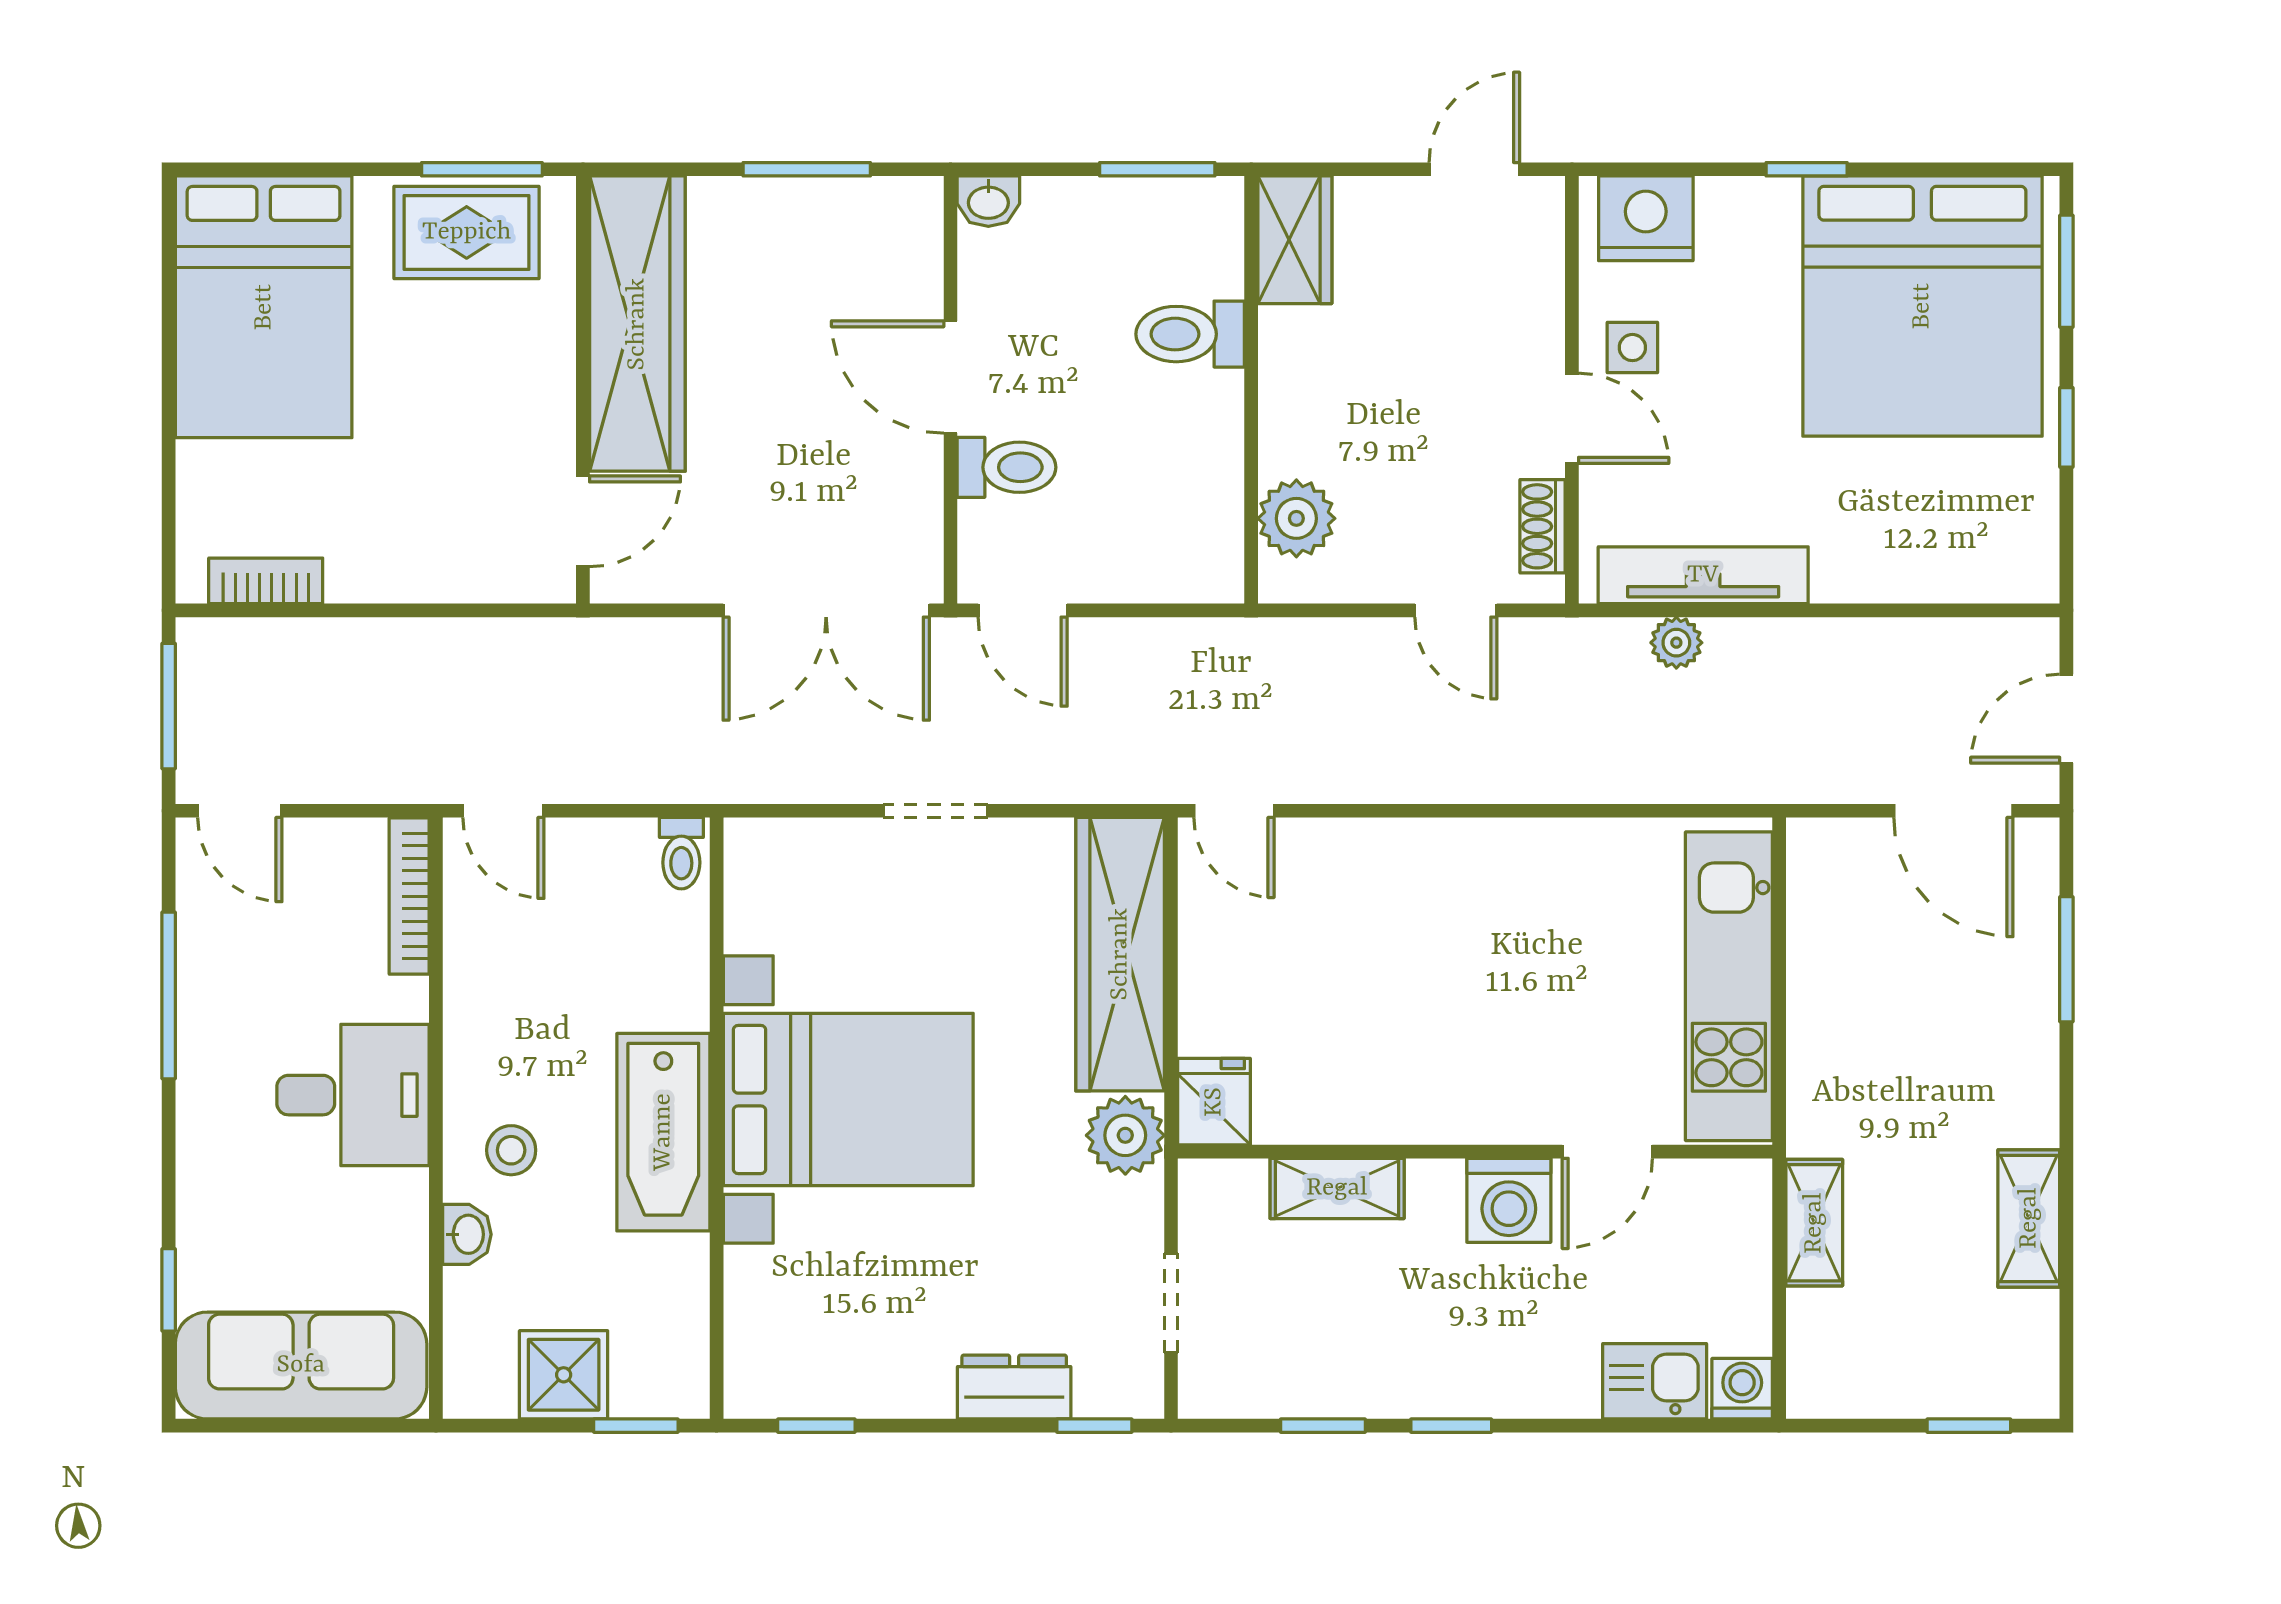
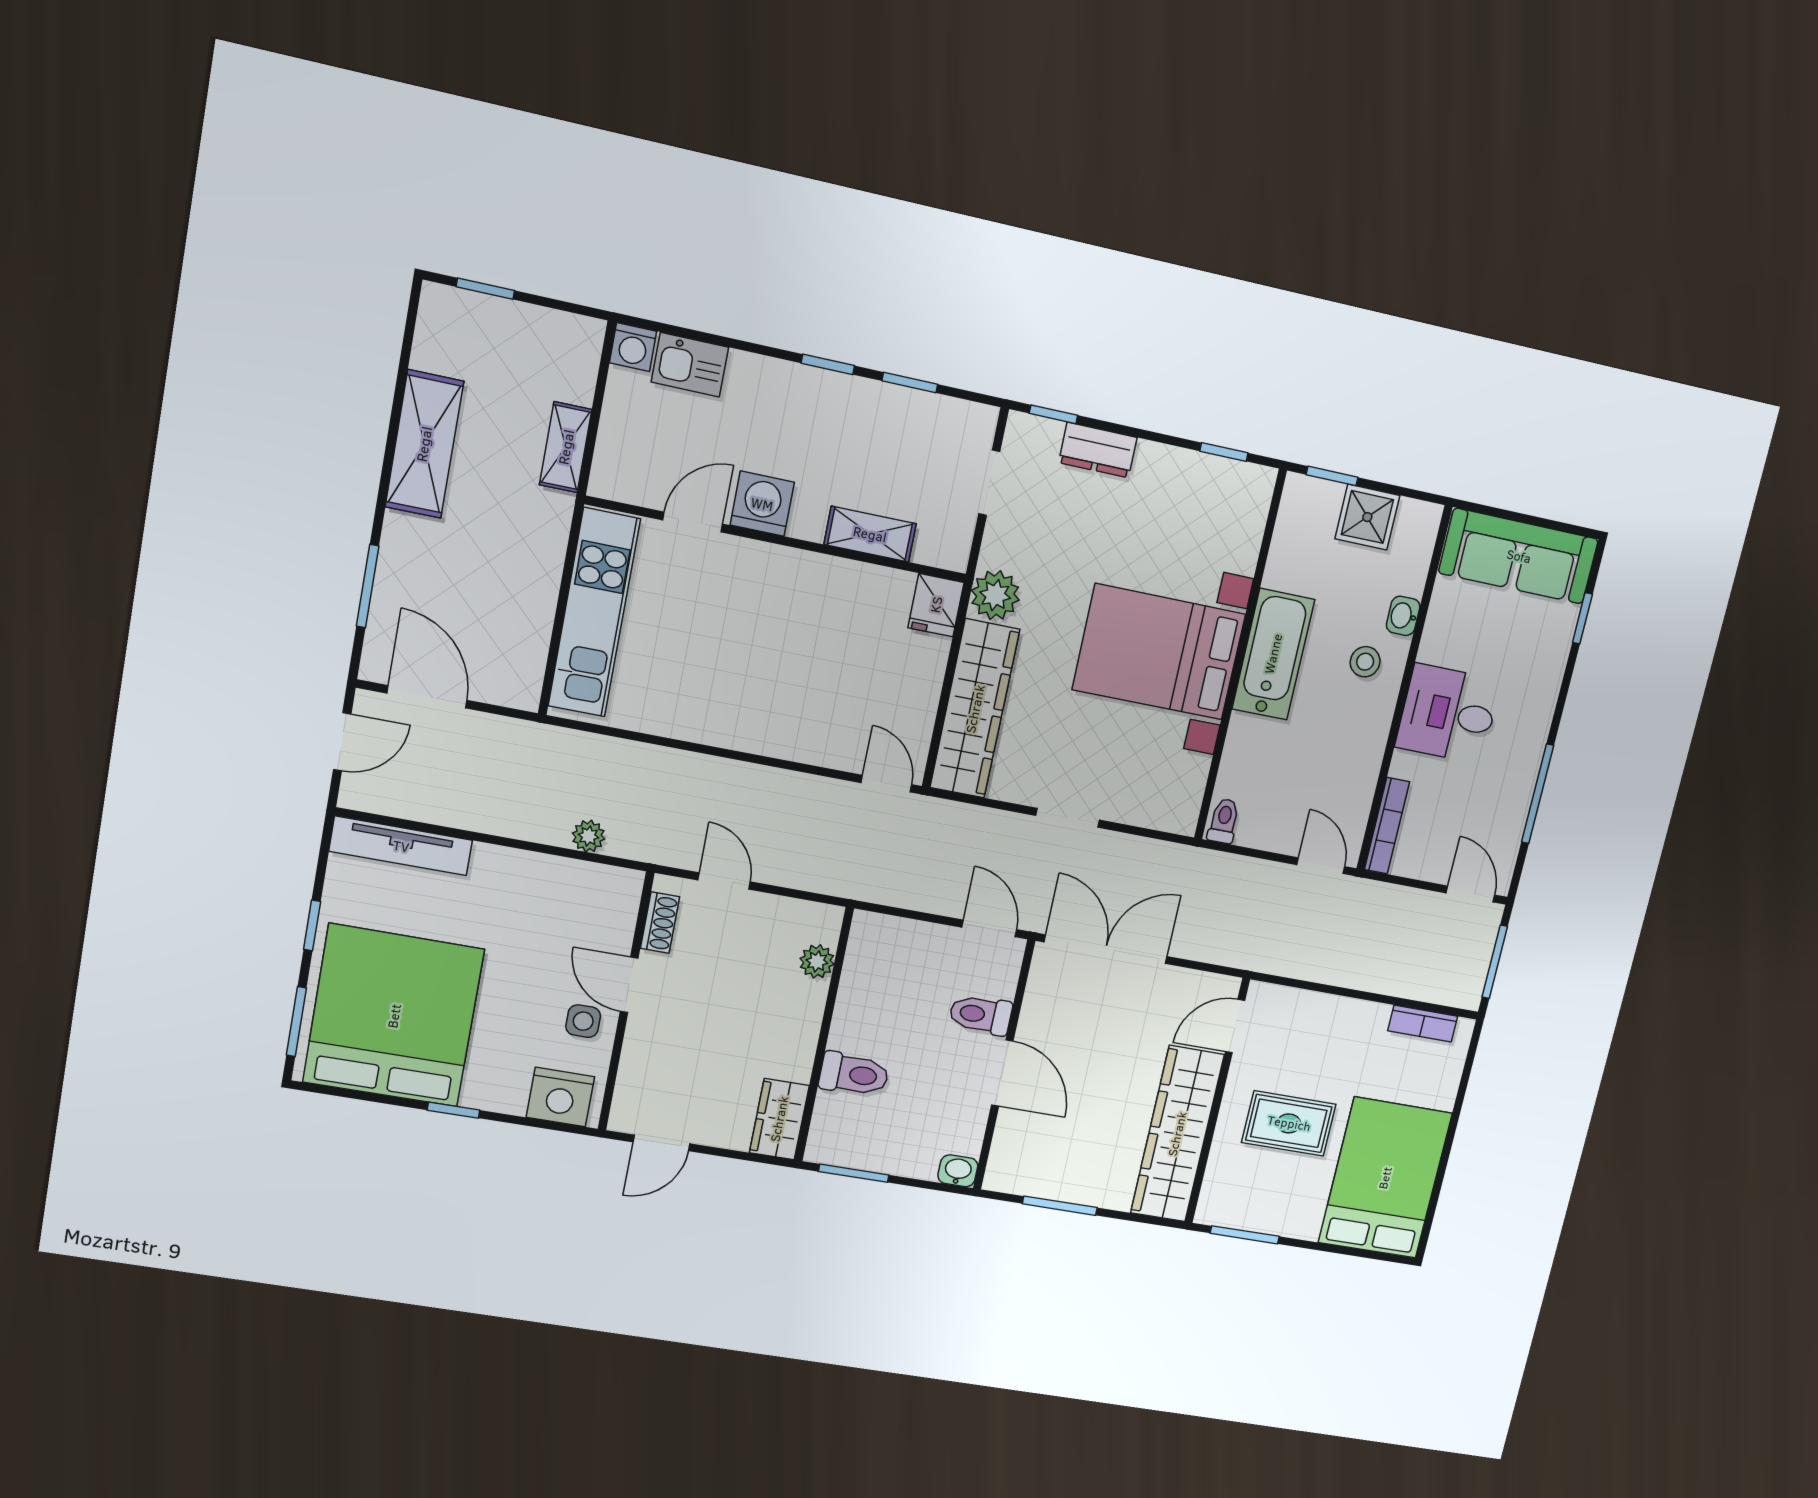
rug: (467, 232) -> (1289, 1123), moved
plant: (1296, 518) -> (817, 961), width x0.73, depth x0.73
tv unit: (1703, 575) -> (401, 846), moved
shelving: (2029, 1218) -> (424, 444), width x1.50, depth x1.33

